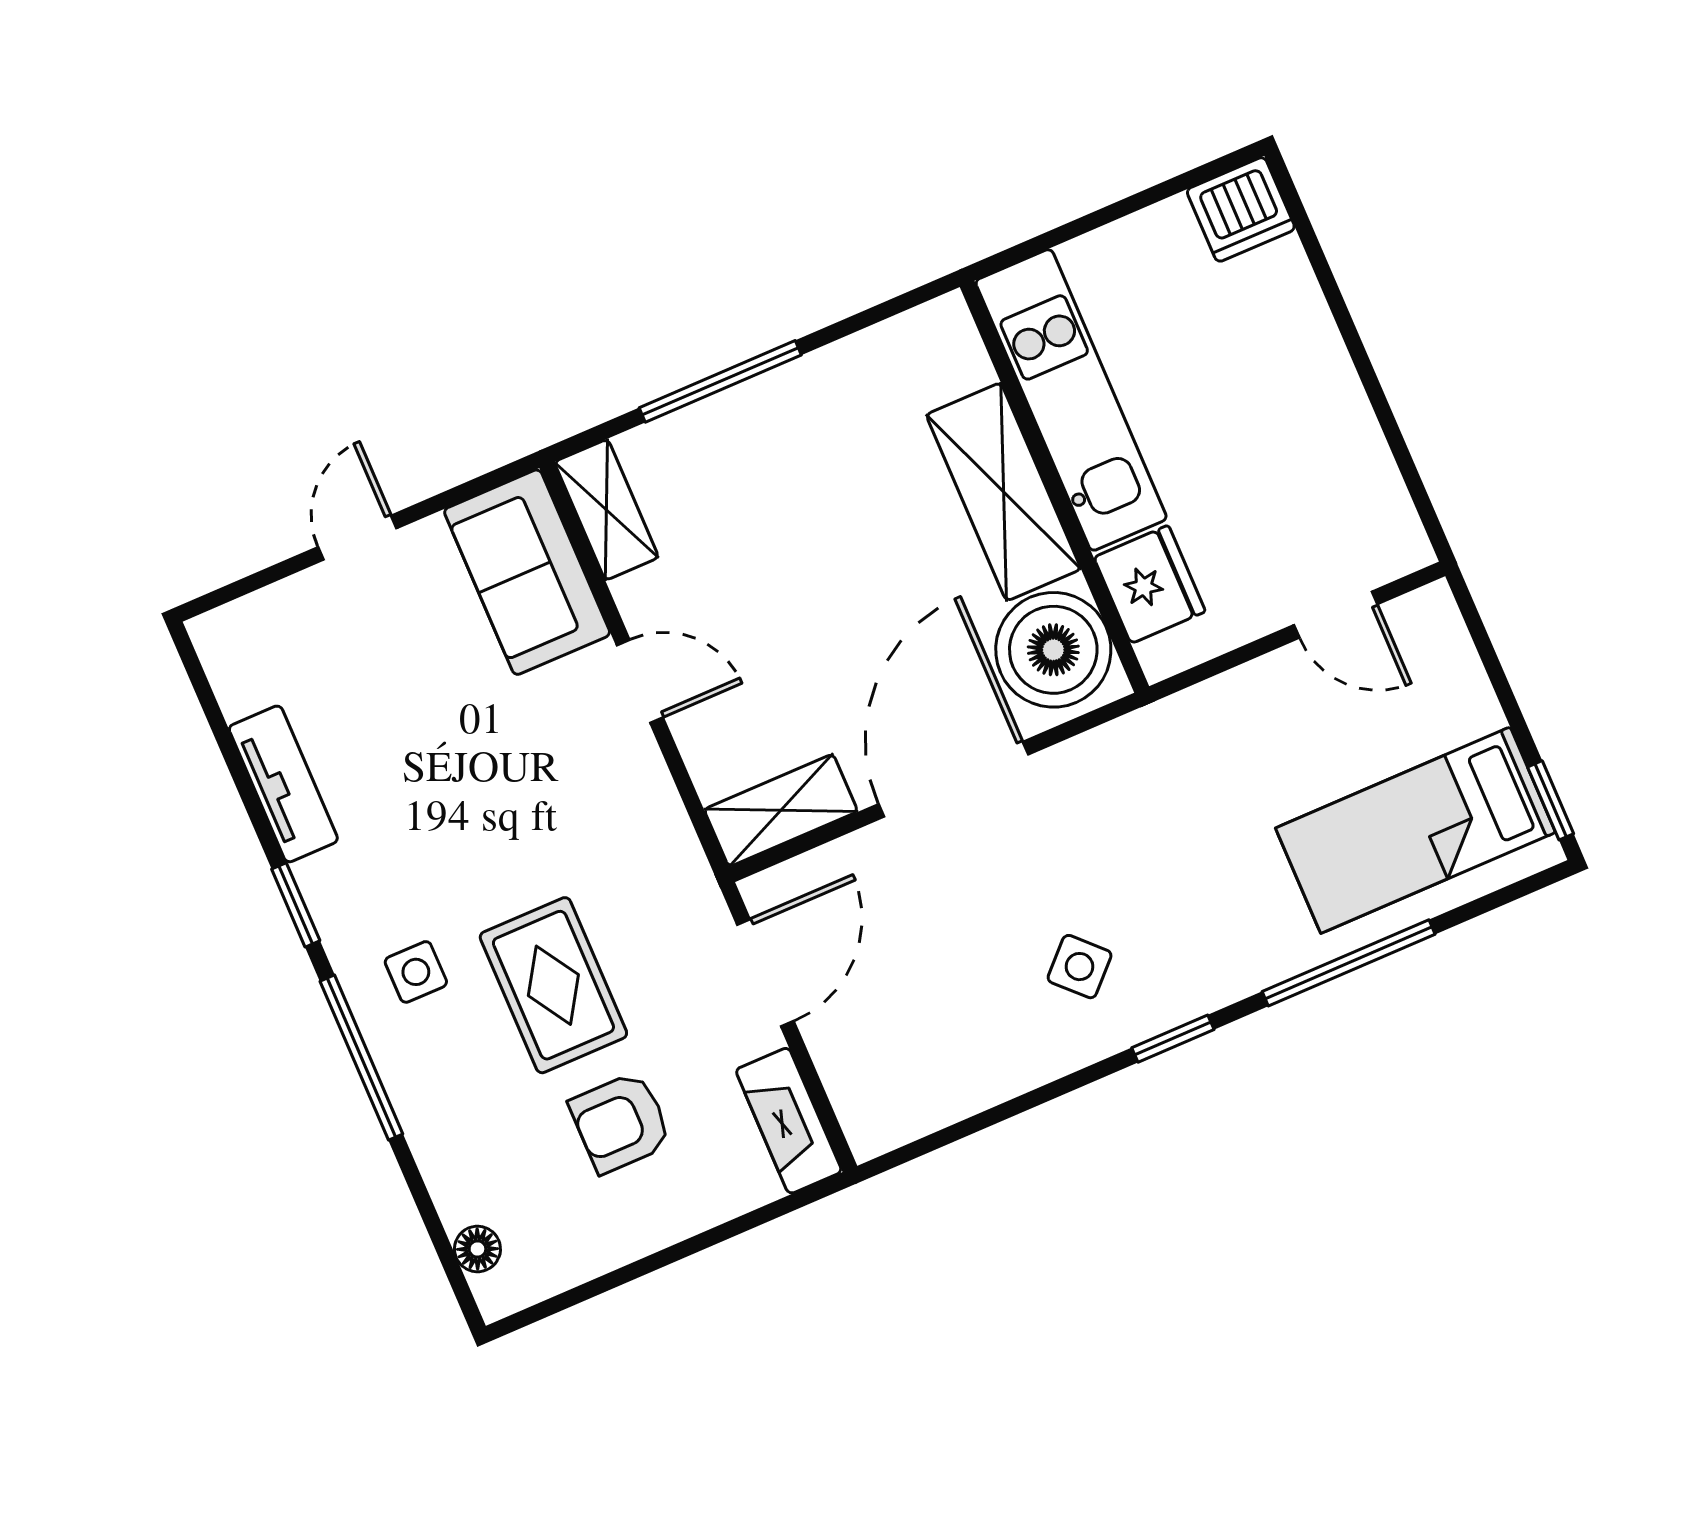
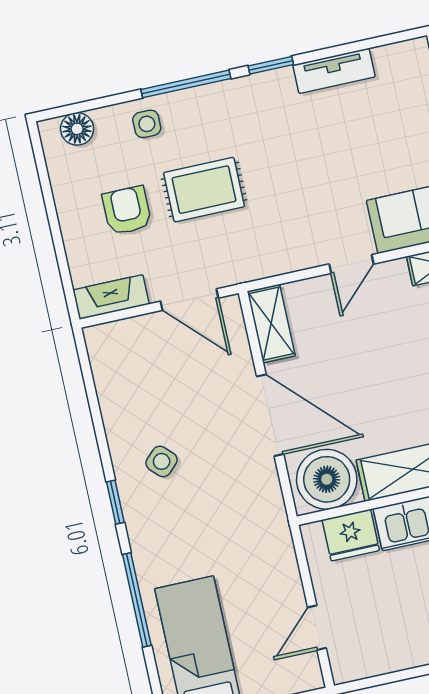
side table: (416, 972) -> (147, 124), moved
floor lamp: (477, 1249) -> (77, 129), width x1.37, depth x1.37

